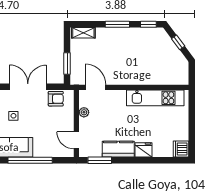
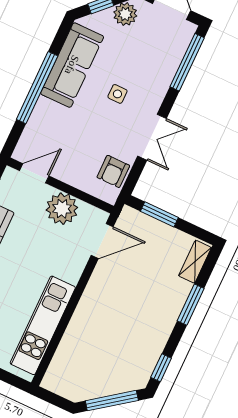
window: (117, 24) -> (191, 305), moved
window: (178, 42) -> (112, 401), width x2.17
double door: (28, 87) -> (152, 137), width x0.73
plant: (84, 112) -> (62, 209), width x1.88, depth x1.88

